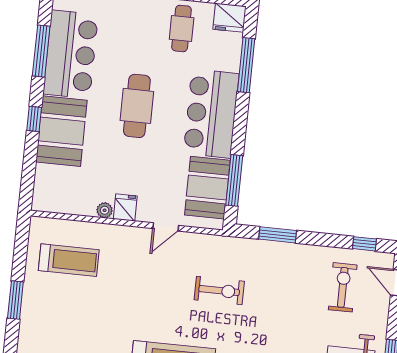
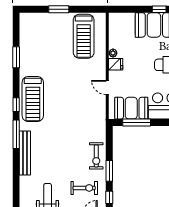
window: (278, 235) -> (109, 171), moved
treadmill: (69, 260) -> (84, 36), width x1.37, depth x1.38
exercise bike: (219, 290) -> (96, 156), moved

